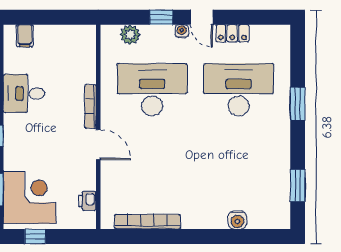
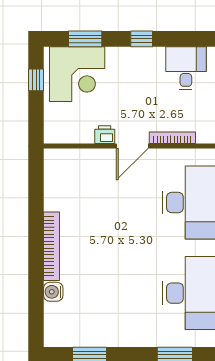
printer: (87, 201) -> (105, 135), moved
bookcase: (147, 222) -> (52, 246), moved

